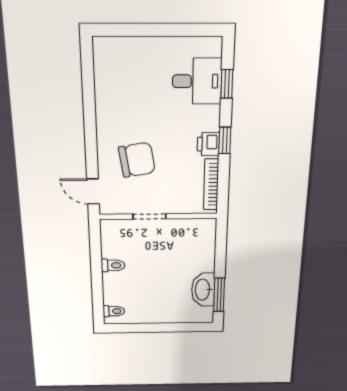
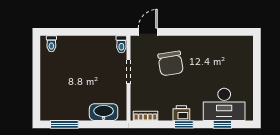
desk: (197, 81) -> (224, 104), width x1.37
bookcase: (211, 185) -> (145, 116), width x0.64
toilet: (113, 265) -> (121, 44), moved
washbasin: (203, 290) -> (104, 112), moved

